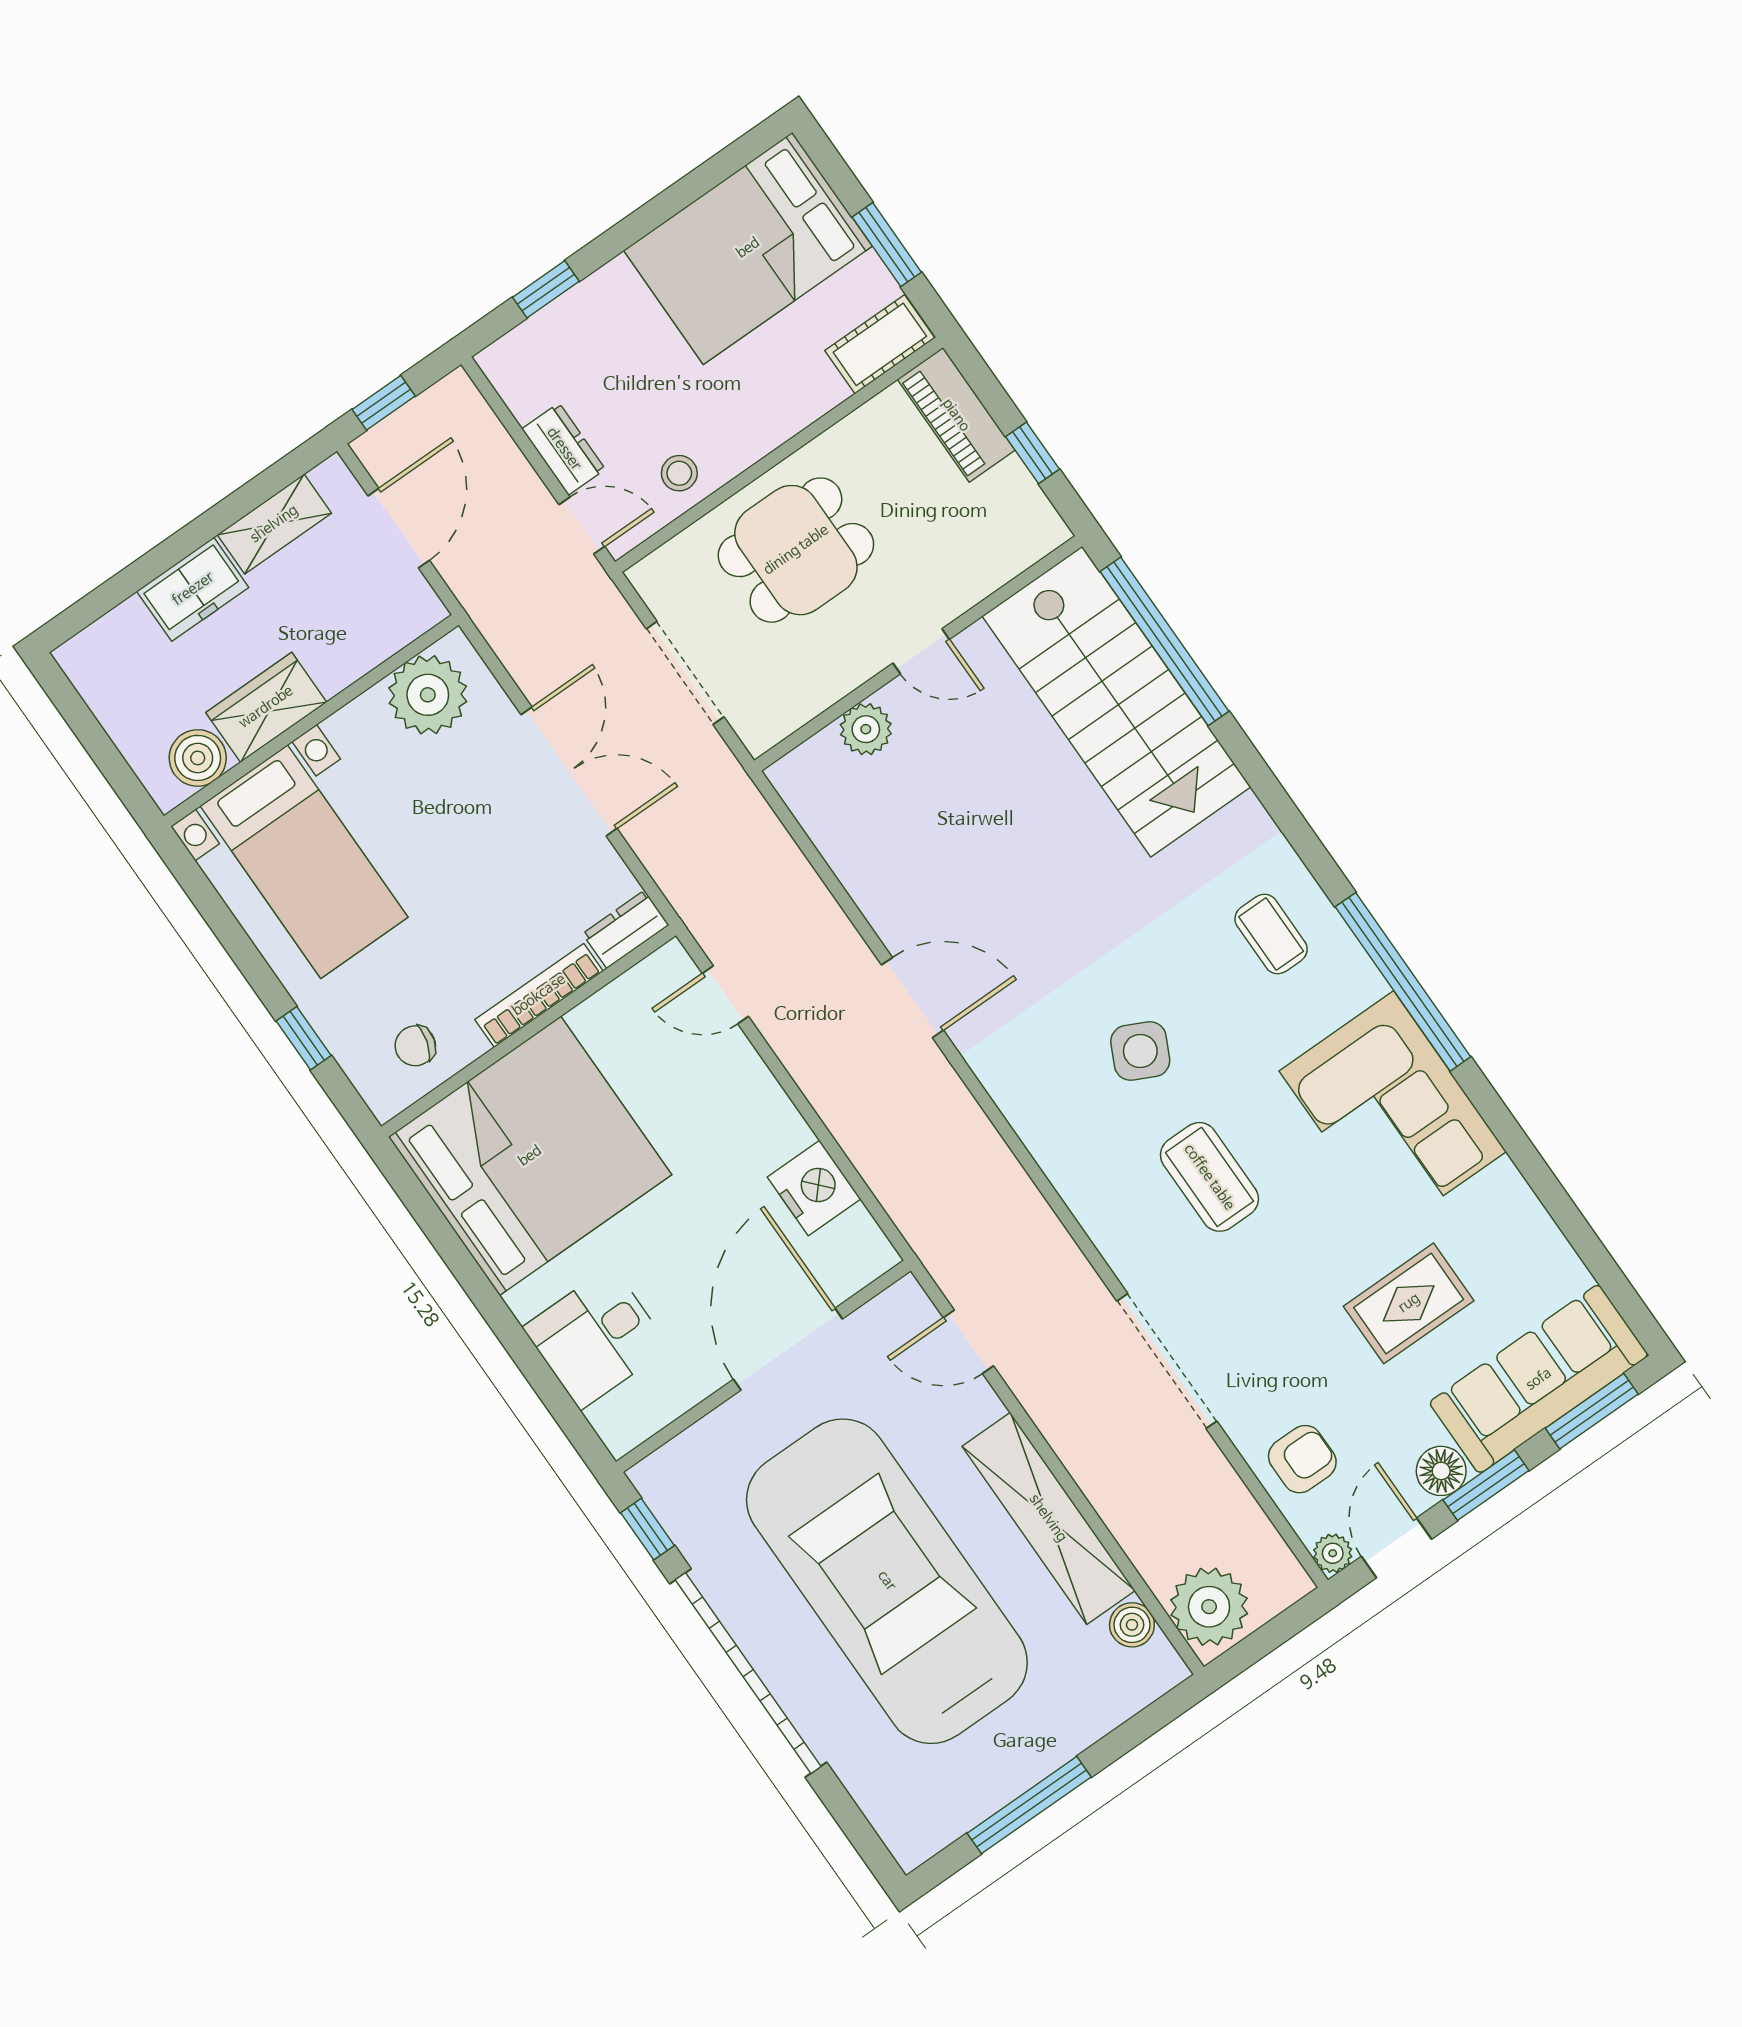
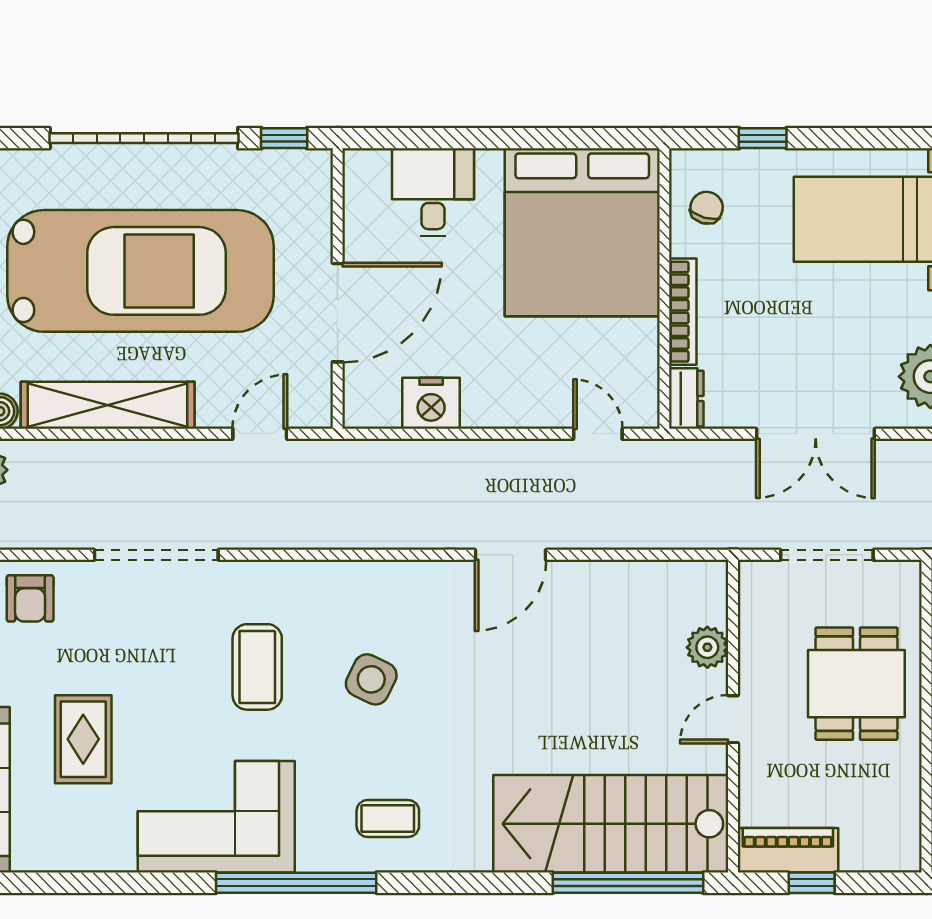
piano: (956, 415) -> (788, 850), moved
door: (725, 995) -> (598, 434), hinge flipped
coffee table: (1209, 1177) -> (257, 667), turned 90
door: (788, 1349) -> (338, 313), hinge flipped

